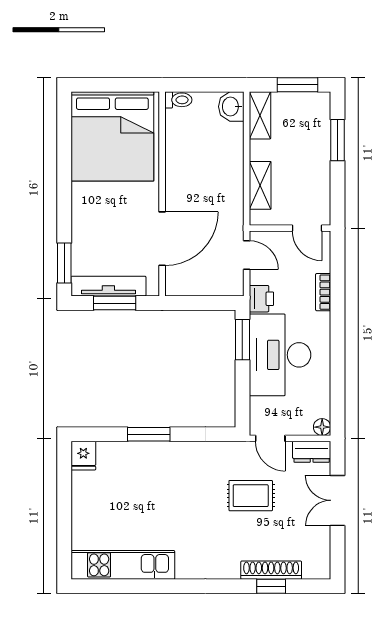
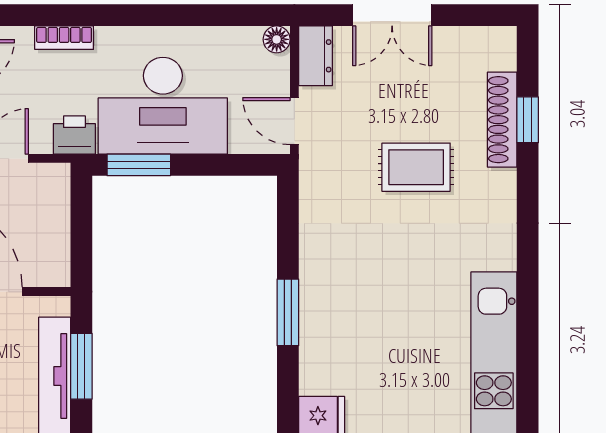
door: (270, 438) -> (294, 121), swing flipped
rug: (251, 496) -> (416, 167), moved, turned 90

